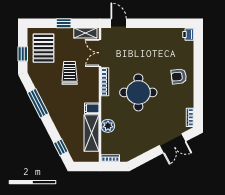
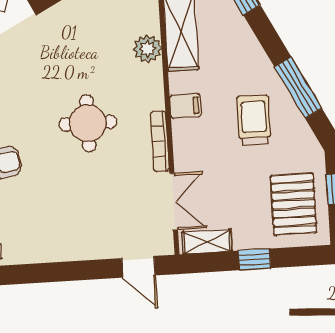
trolley: (70, 73) -> (254, 120), moved, turned 180
round table: (138, 92) -> (88, 123), width x0.73, depth x0.73
filing cabinet: (92, 108) -> (185, 106), moved

